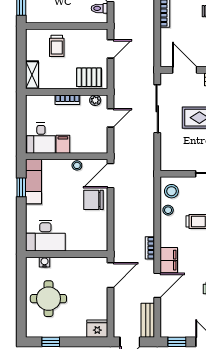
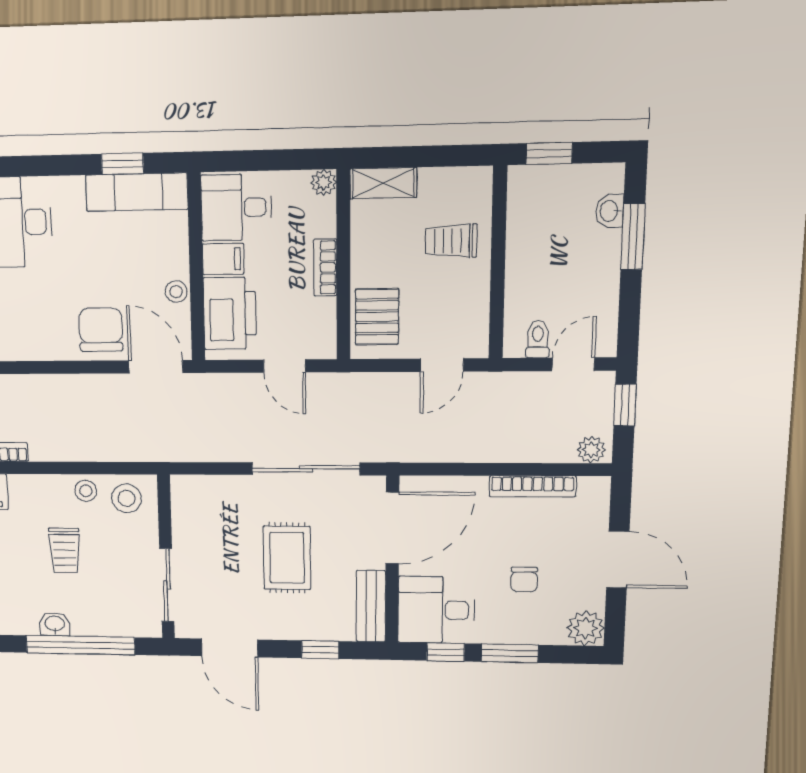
door: (110, 49) -> (442, 365), hinge flipped
door: (185, 70) -> (392, 528), width x1.36
plant: (95, 100) -> (324, 182), moved
printer: (87, 142) -> (230, 313), added

